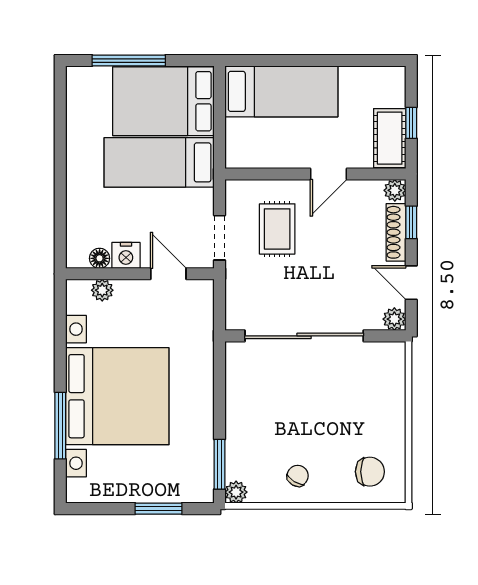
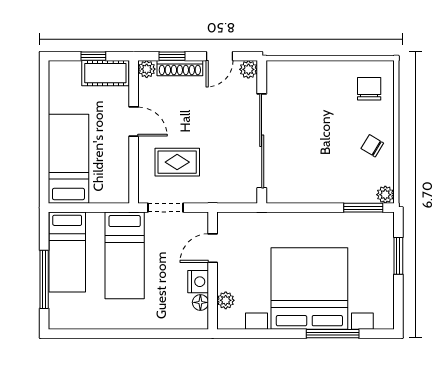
bed: (163, 101) -> (67, 252), width x0.67
doorway: (220, 238) -> (166, 208), moved

